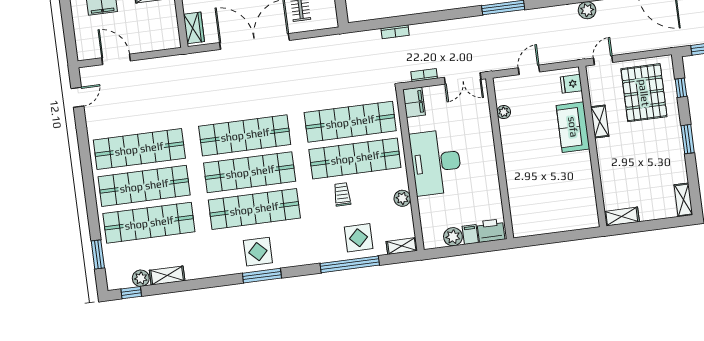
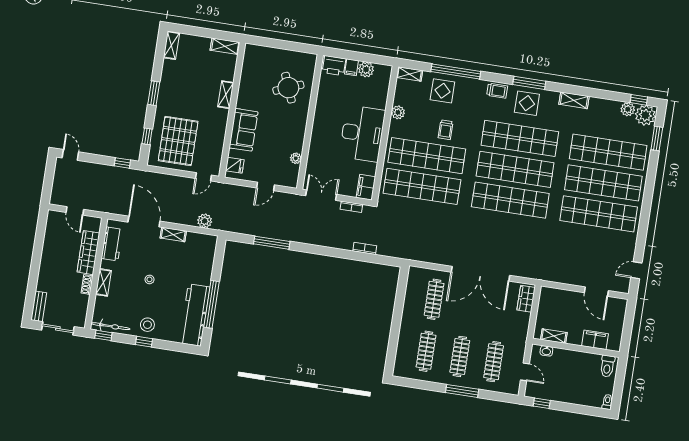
shelving: (600, 121) -> (226, 95), moved
round table: (536, 190) -> (288, 88), added
trolley: (296, 256) -> (497, 91), added
shelving: (167, 276) -> (574, 100), moved
plant: (119, 277) -> (645, 115), added

